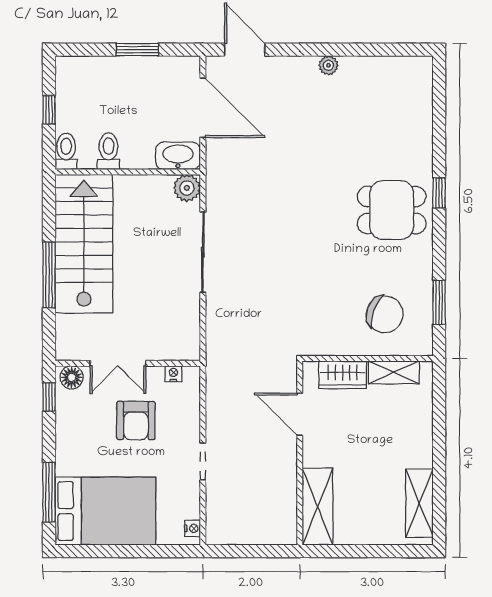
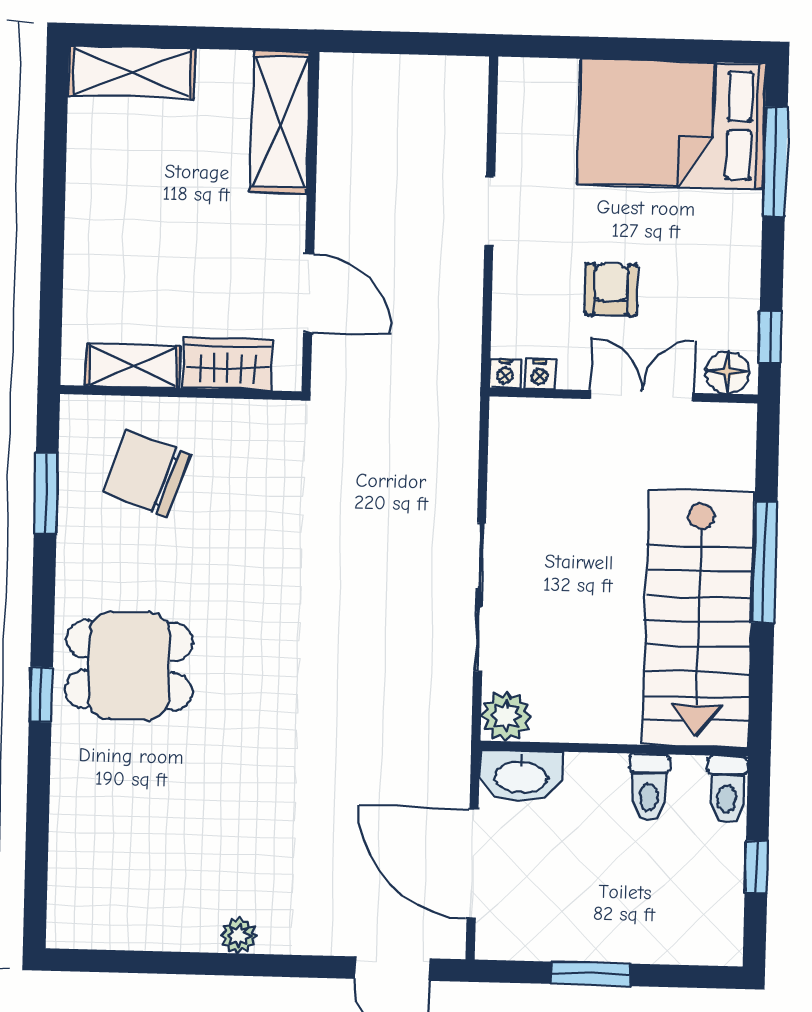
armchair: (136, 421) -> (611, 290), width x0.72, depth x0.72
shelving: (419, 503) -> (131, 72), moved, turned 90
nightstand: (193, 528) -> (505, 373), moved, turned -90

